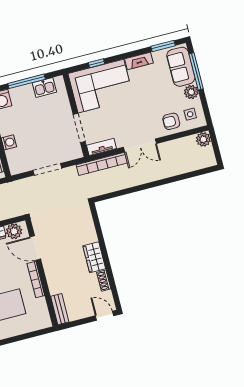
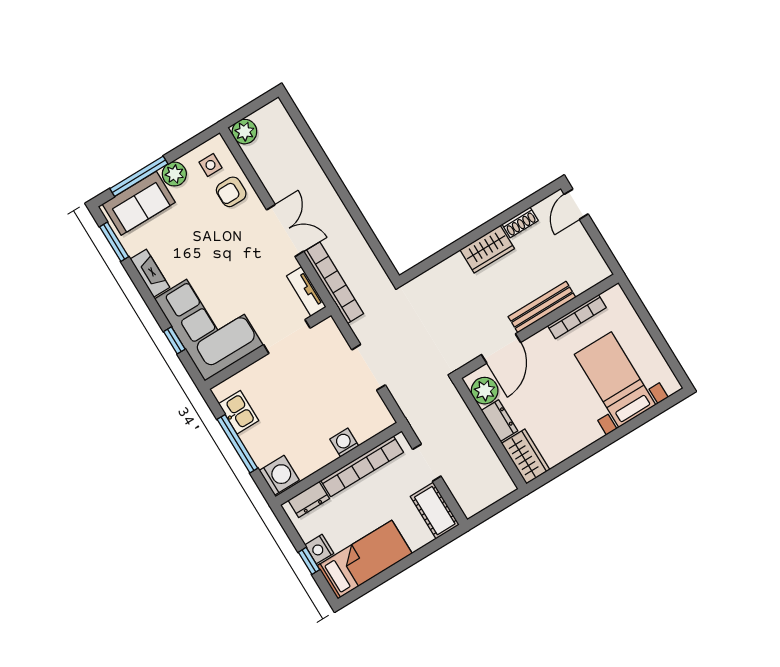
armchair: (171, 121) -> (231, 192), turned 90
bookcase: (36, 280) -> (577, 317), moved
bench: (60, 309) -> (542, 307), moved, width x1.36

